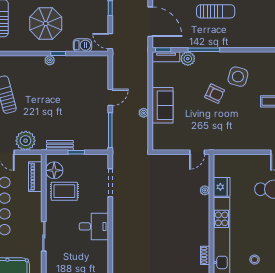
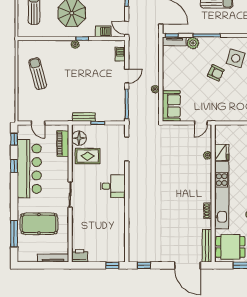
barbecue: (102, 72) -> (120, 54), added
sofa: (162, 105) -> (171, 106), moved
plant: (26, 141) -> (54, 113), removed

